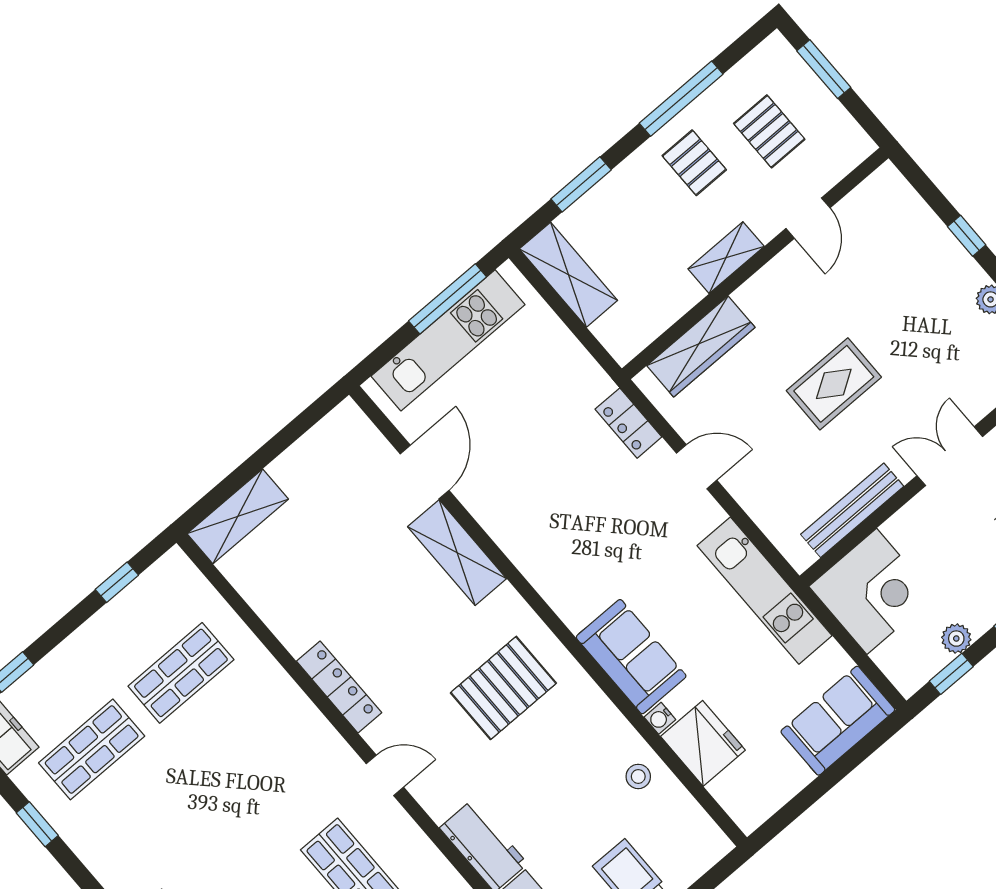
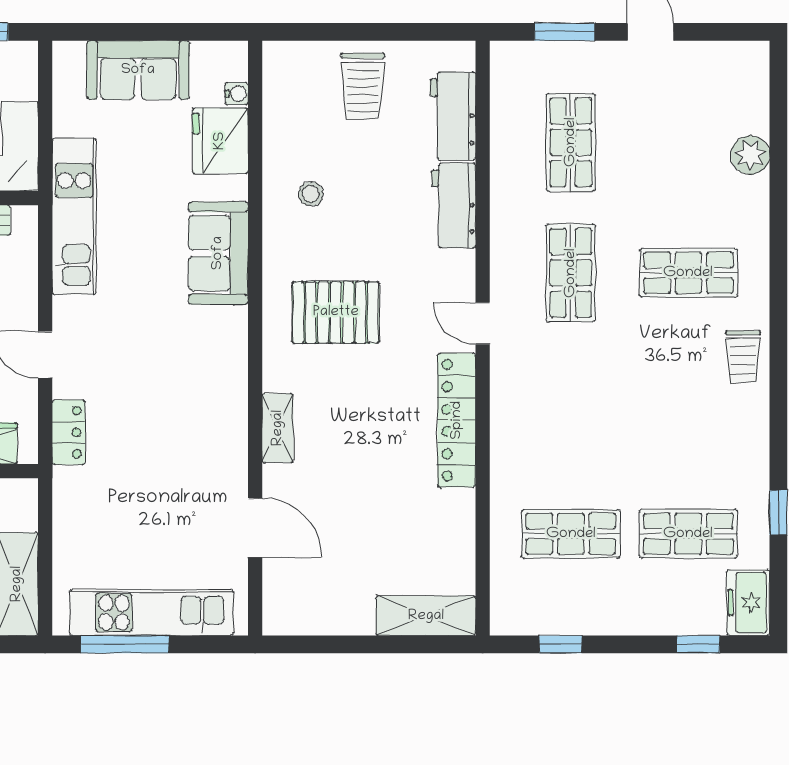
door: (425, 472) -> (255, 528), swing flipped
shelving: (457, 553) -> (278, 428), width x0.67, depth x0.75
locker: (339, 687) -> (457, 420), width x1.41, depth x1.21
water cooler: (660, 718) -> (237, 94), moved
sofa: (838, 721) -> (138, 70), moved
stool: (638, 776) -> (311, 194), moved

